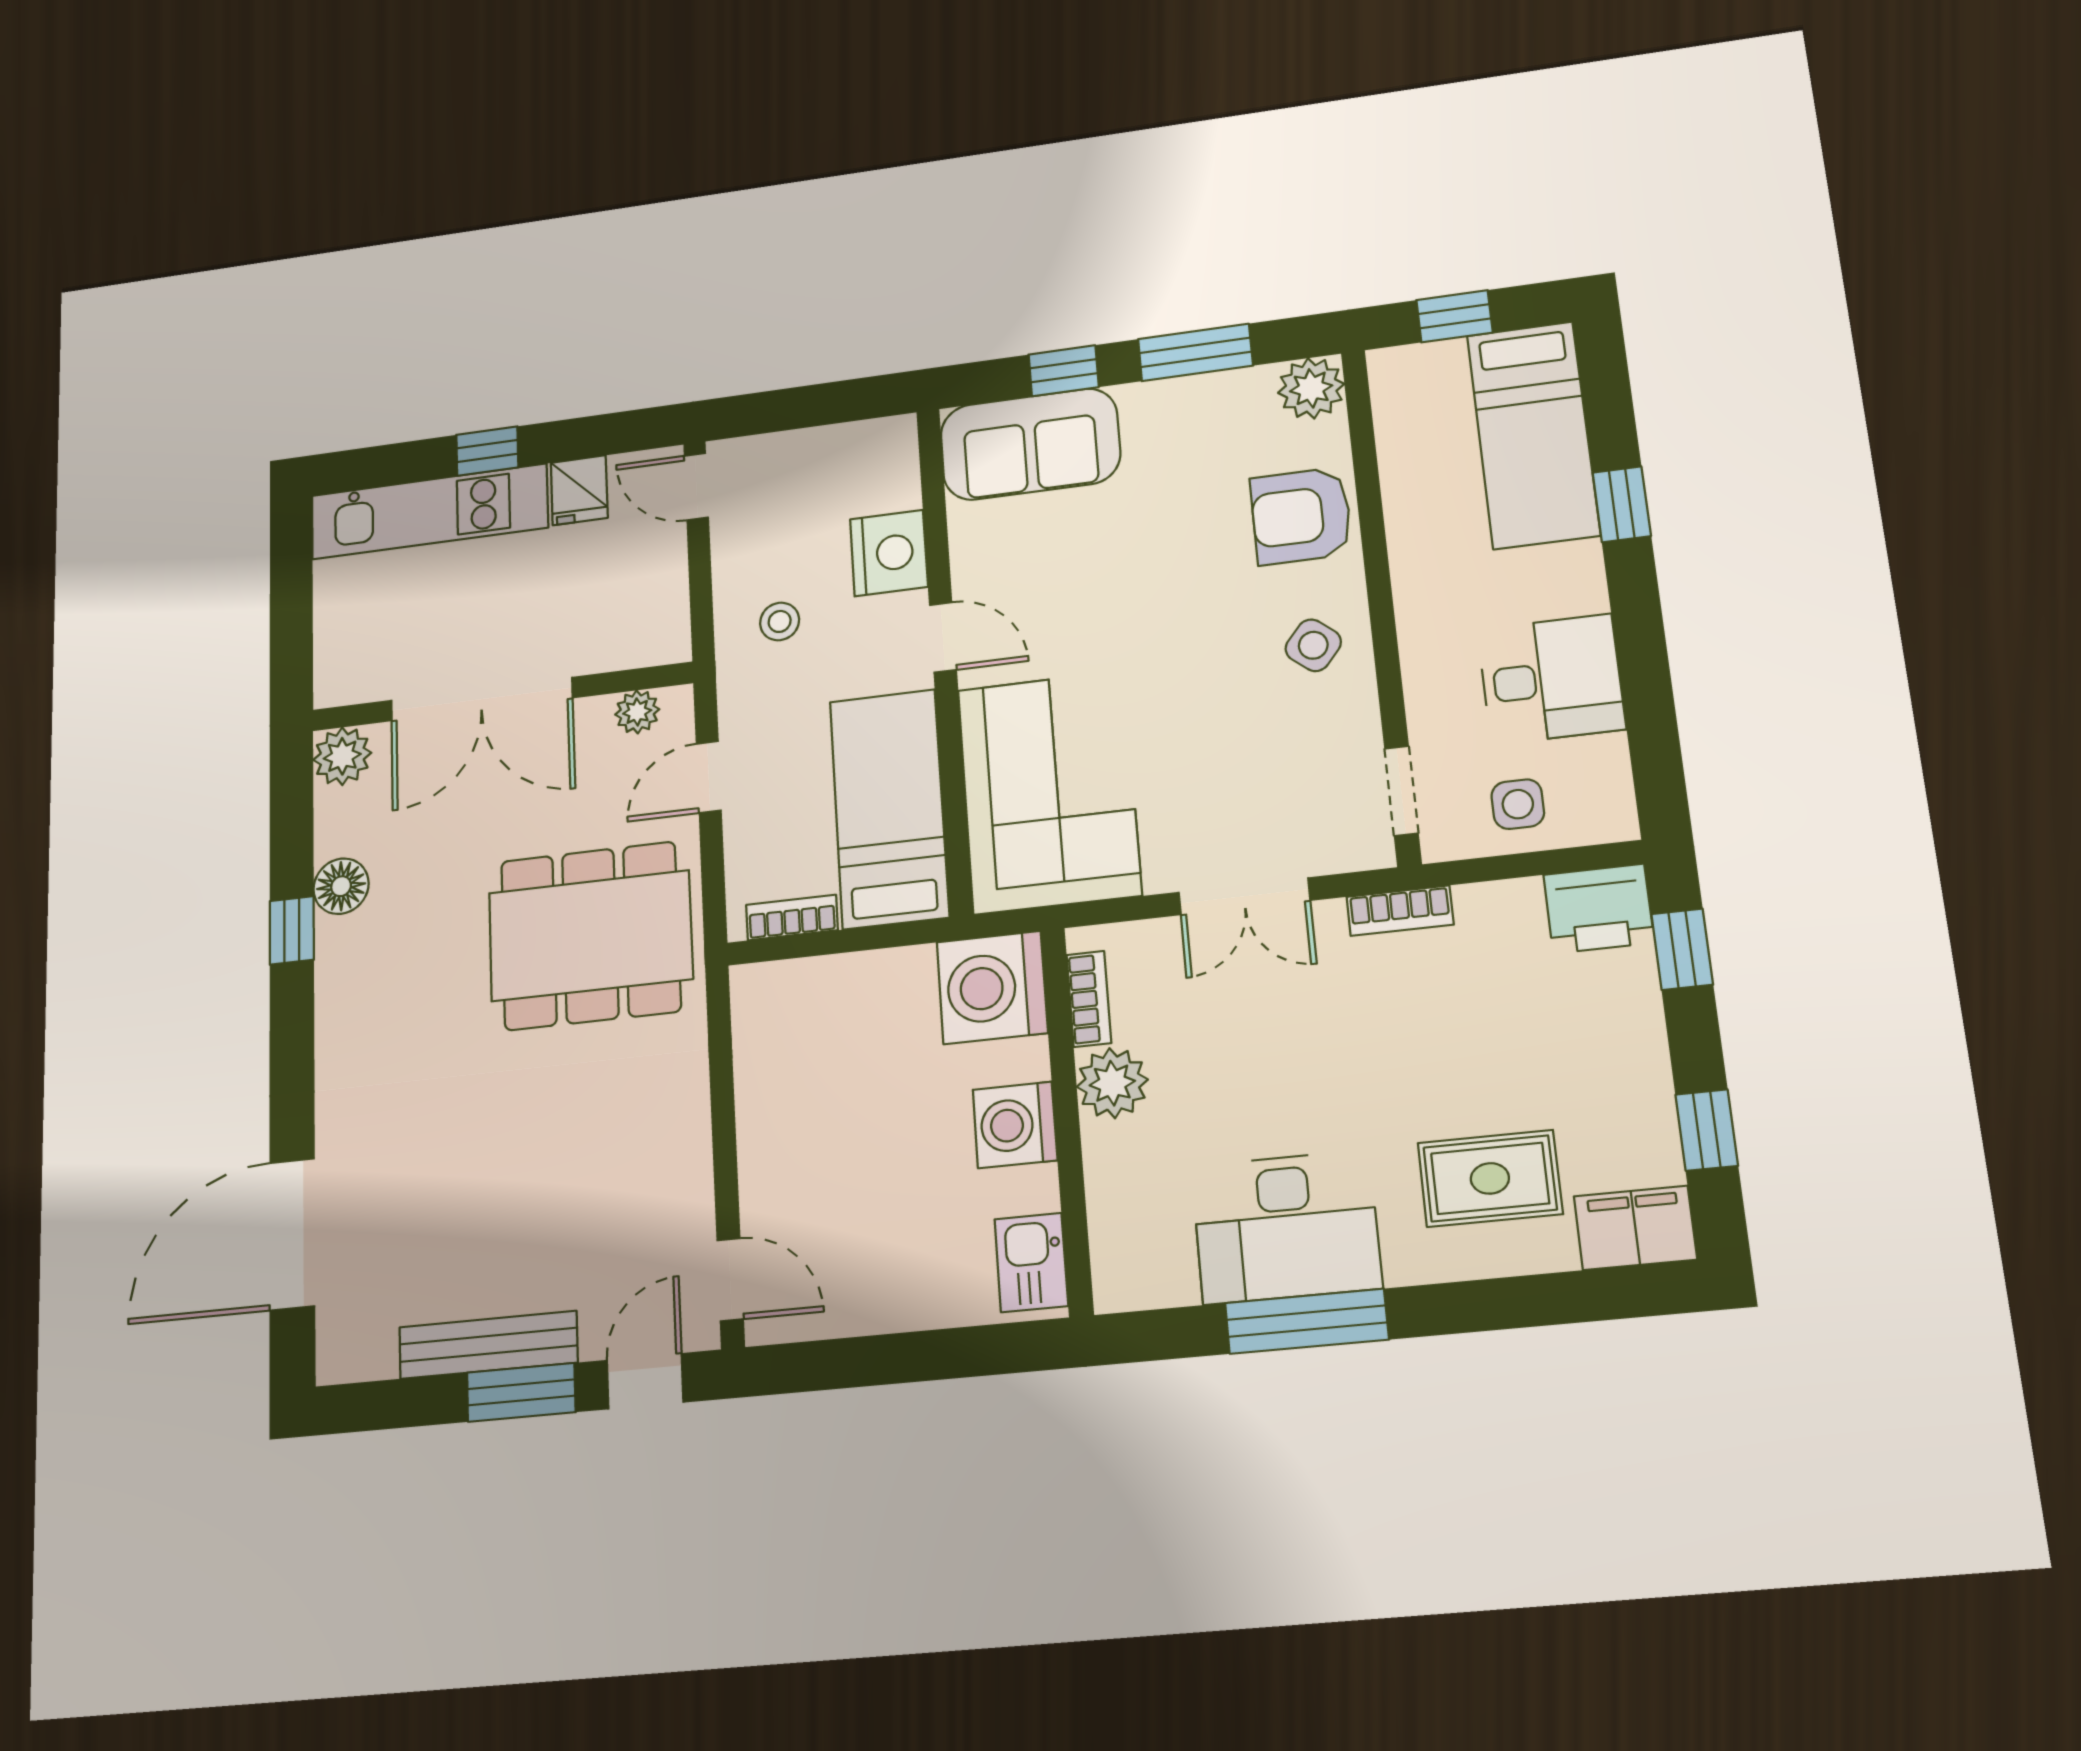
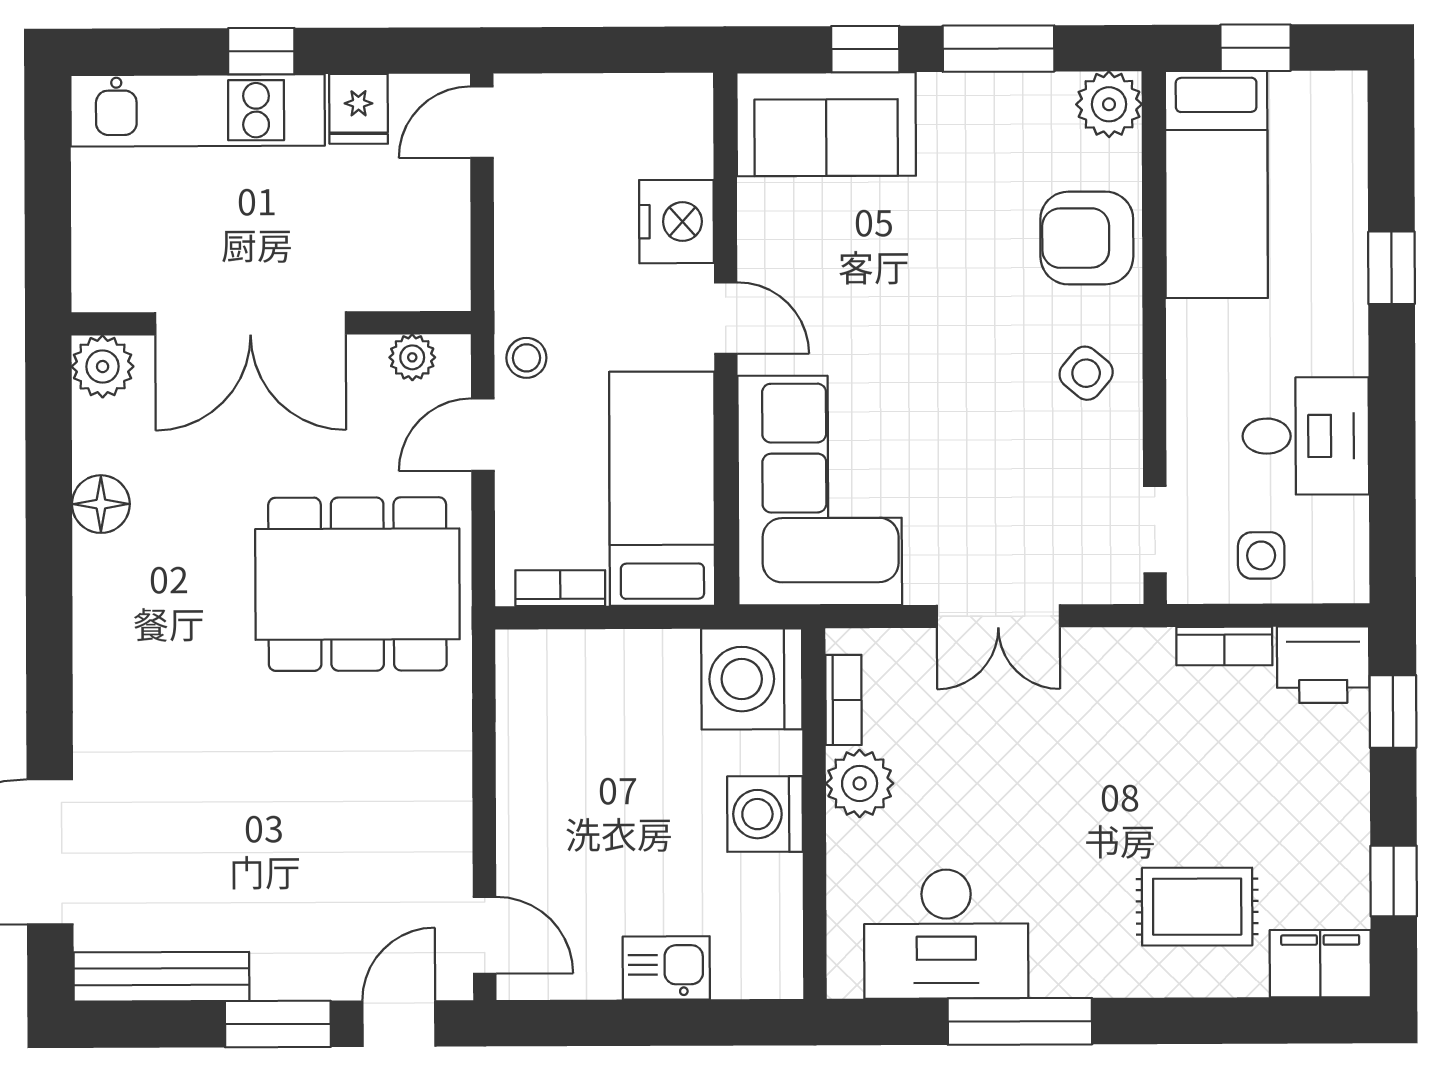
bed: (1533, 435) -> (1216, 185), moved
door: (696, 487) -> (482, 122), hinge flipped
stool: (780, 621) -> (526, 358), moved
bookcase: (1400, 911) -> (1224, 646), moved
window: (292, 930) -> (49, 544), removed
desk: (1286, 1227) -> (946, 934), moved
kitchen sink: (1031, 1263) -> (666, 968), moved, turned 90
bench: (488, 1345) -> (161, 977), moved

